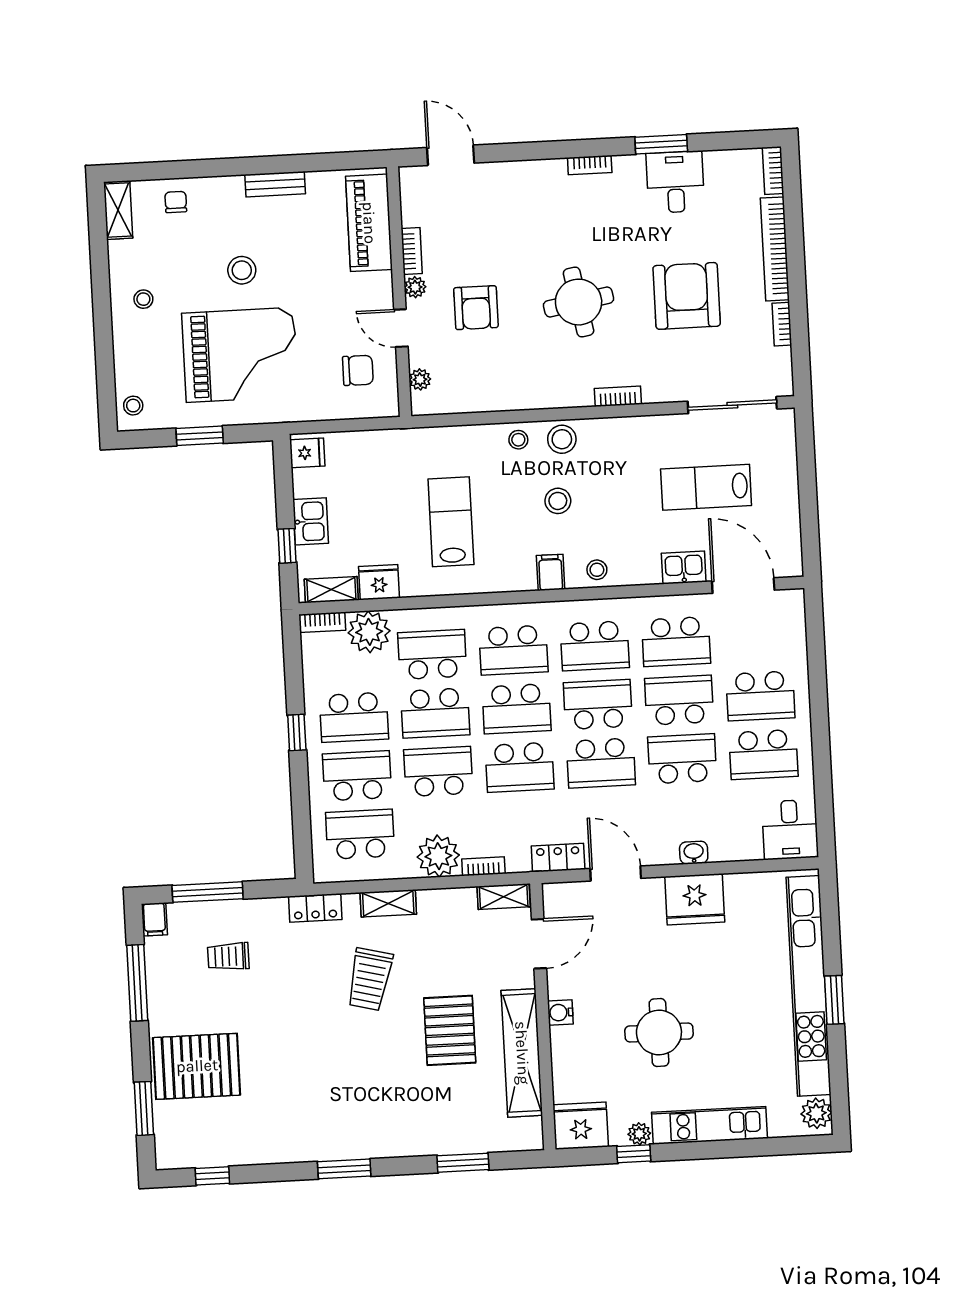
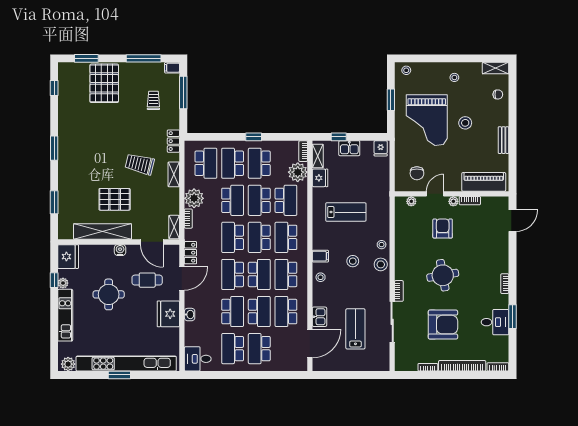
armchair: (476, 308) -> (443, 228), turned 90
sliding door: (732, 405) -> (392, 322), moved
school desk: (357, 776) -> (233, 163), turned 180
cafe table: (623, 950) -> (147, 280), added

